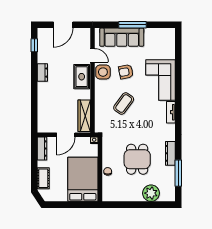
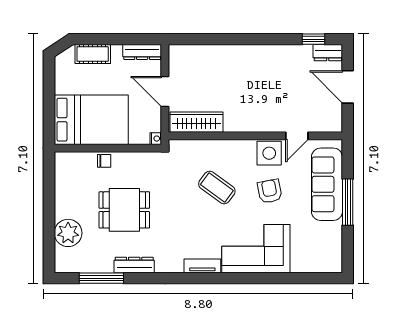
dresser: (42, 73) -> (328, 53), moved
rug: (82, 77) -> (261, 118), removed

